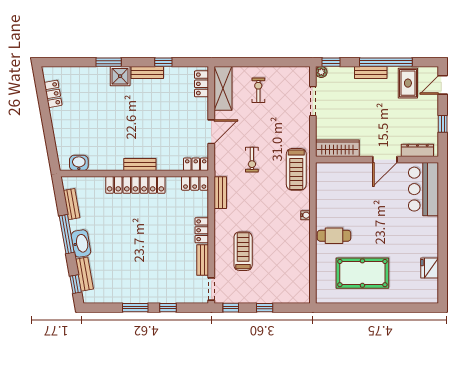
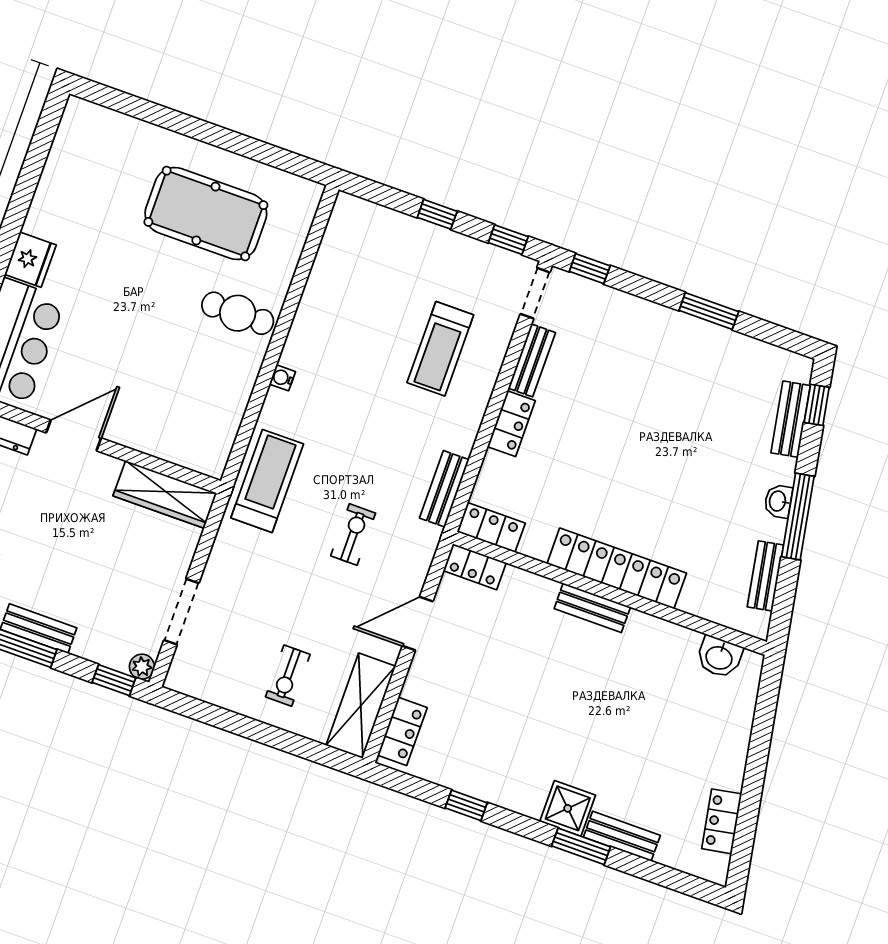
bench: (147, 73) -> (622, 836), moved
washbasin: (81, 243) -> (778, 501), width x0.52, depth x0.69
fridge: (430, 268) -> (30, 260), moved
window: (168, 308) -> (590, 269), moved

